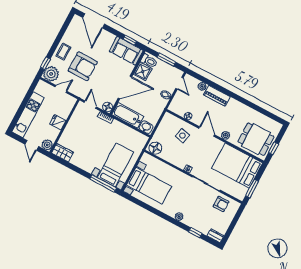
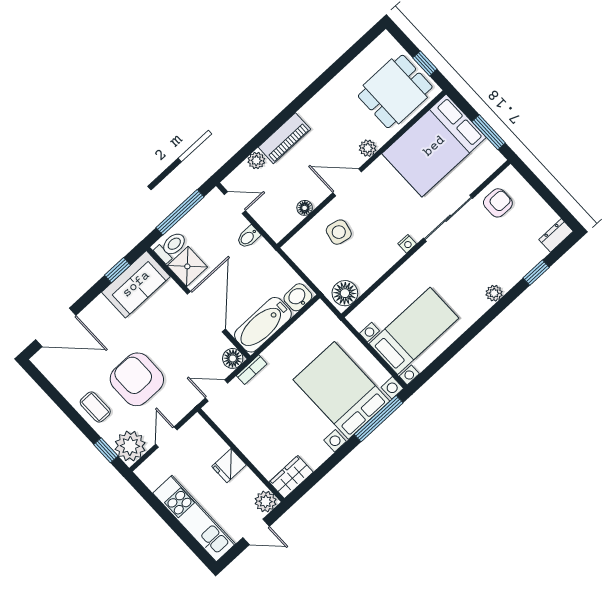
window: (166, 60) -> (180, 212), width x1.44
armchair: (83, 66) -> (137, 379), turned -90
bed with nightstands: (116, 165) -> (341, 390), width x1.36

